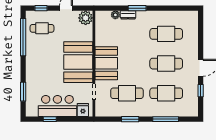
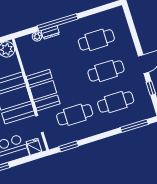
window: (137, 8) -> (58, 22), width x2.11
window: (130, 119) -> (69, 146), moved
window: (166, 119) -> (134, 126), moved

